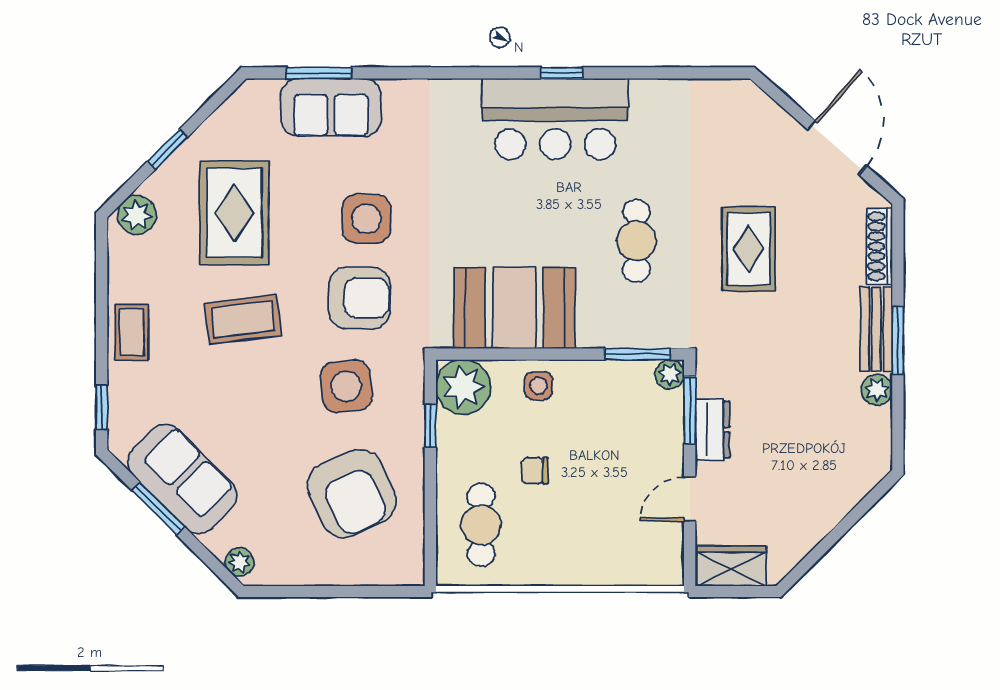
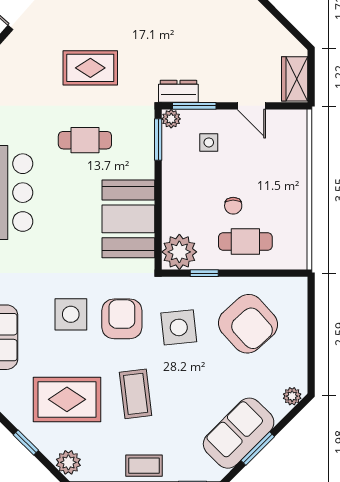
side table: (539, 386) -> (209, 142), moved
dresser: (712, 430) -> (178, 91), moved
armchair: (352, 493) -> (248, 324), turned 73
cafe table: (481, 525) -> (245, 241), moved

